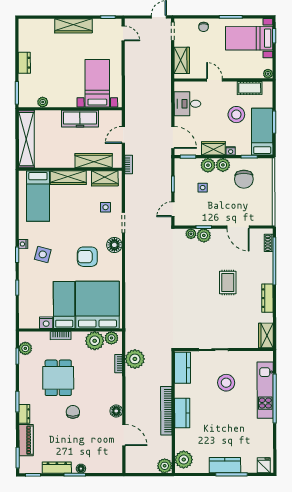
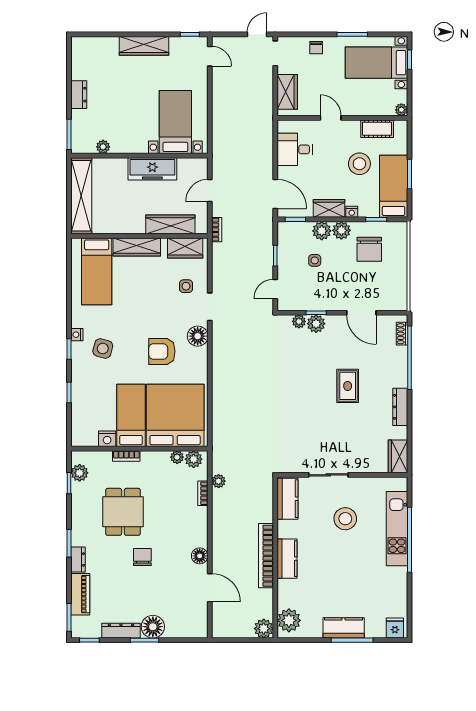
plant: (95, 341) -> (177, 457), width x0.53, depth x0.53
plant: (135, 359) -> (219, 481), width x0.53, depth x0.53
floor lamp: (81, 469) -> (153, 627), width x1.89, depth x1.89

